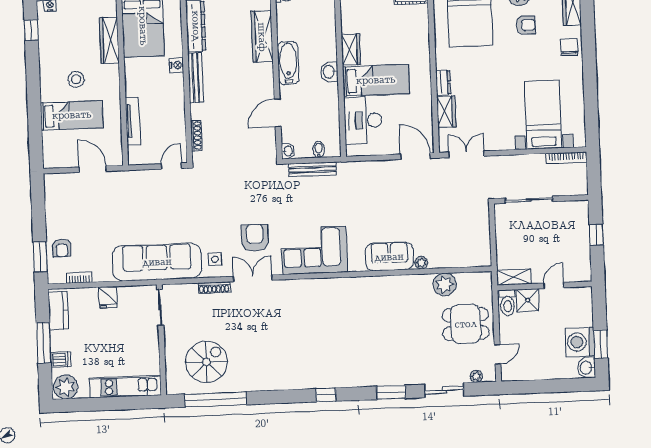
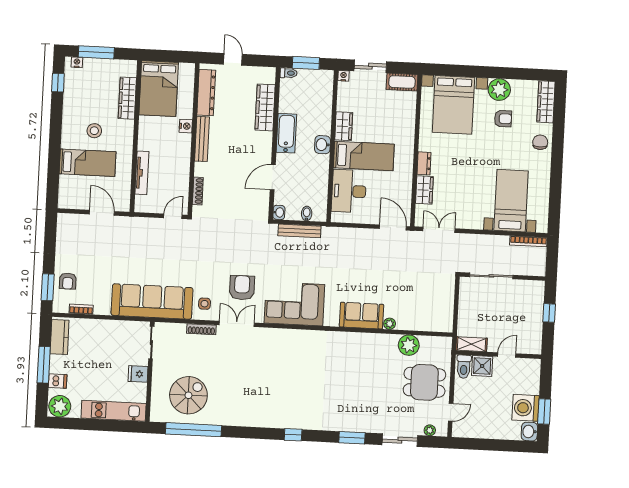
fridge: (108, 297) -> (138, 374), moved, turned 90

